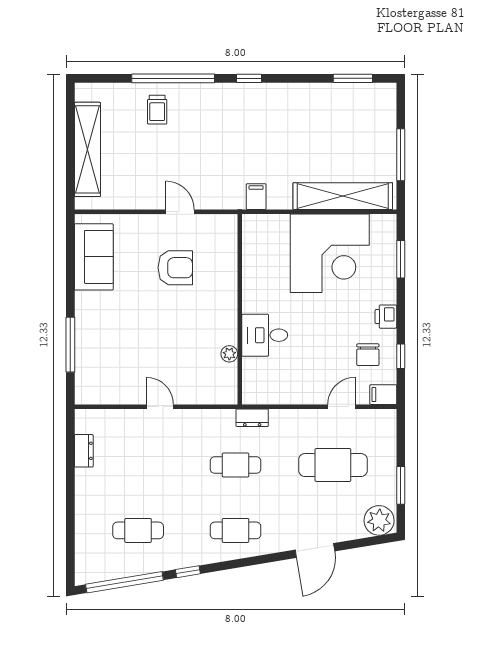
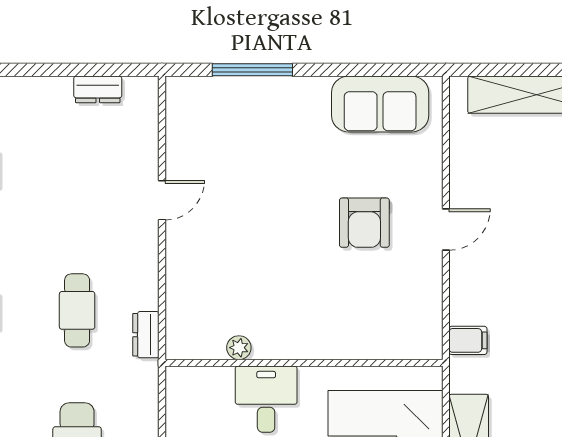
wall: (240, 309) -> (304, 363), moved
desk: (265, 335) -> (266, 399), moved
plant: (229, 354) -> (239, 348), moved

